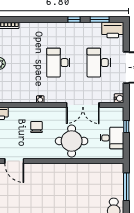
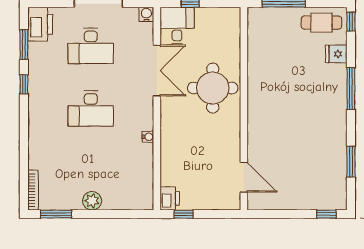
chair: (36, 127) -> (191, 143), removed
desk: (112, 138) -> (177, 25), moved
door: (14, 161) -> (244, 177), hinge flipped

